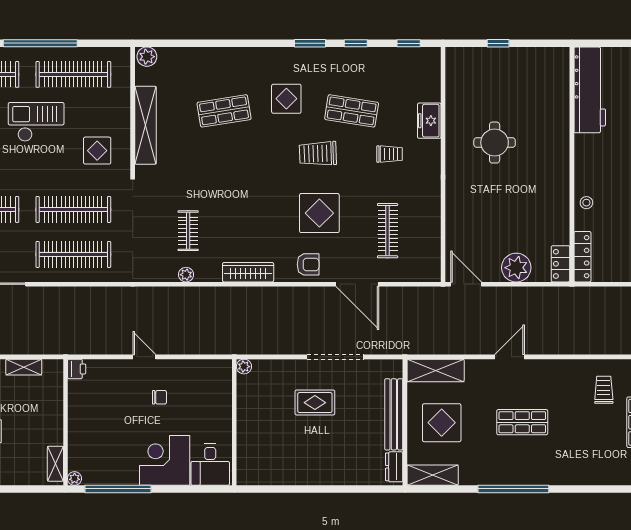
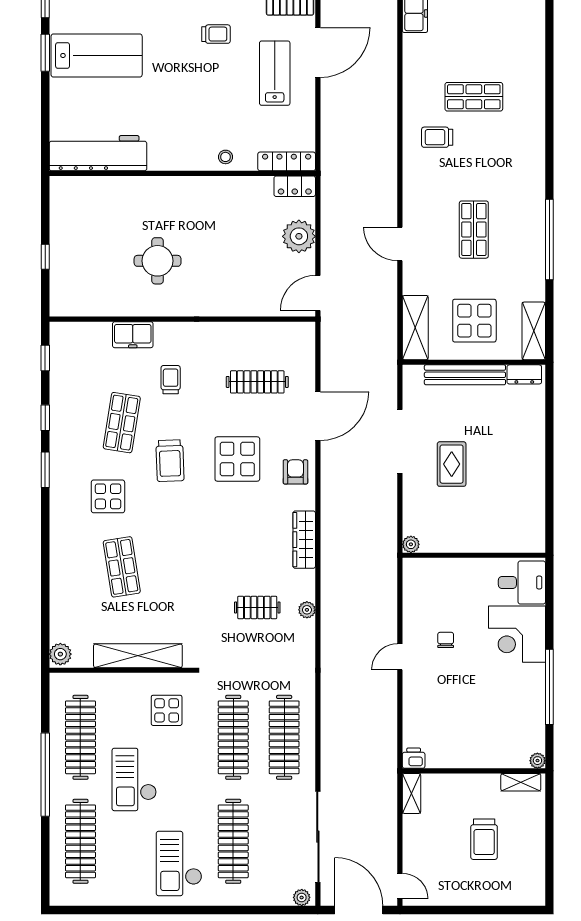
printer: (77, 369) -> (414, 758), moved
wall: (65, 422) -> (474, 771), moved
shelving: (55, 464) -> (521, 782), moved
plant: (75, 478) -> (537, 761), moved

